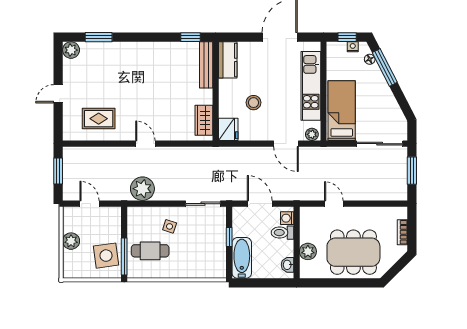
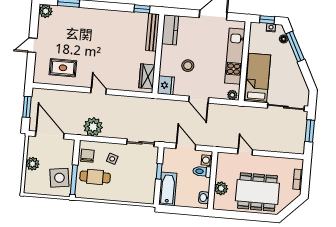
door: (286, 144) -> (199, 100), moved
door: (89, 204) -> (50, 135), width x1.88
chair: (138, 225) -> (87, 156), added

